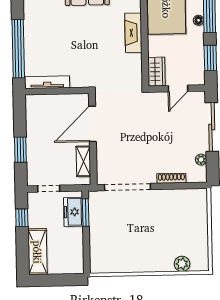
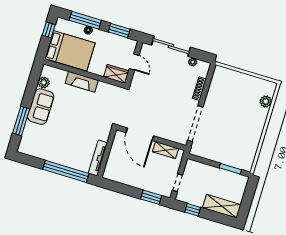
window: (20, 150) -> (151, 197), moved
freezer: (73, 212) -> (201, 170), removed
window: (86, 213) -> (230, 169), moved

